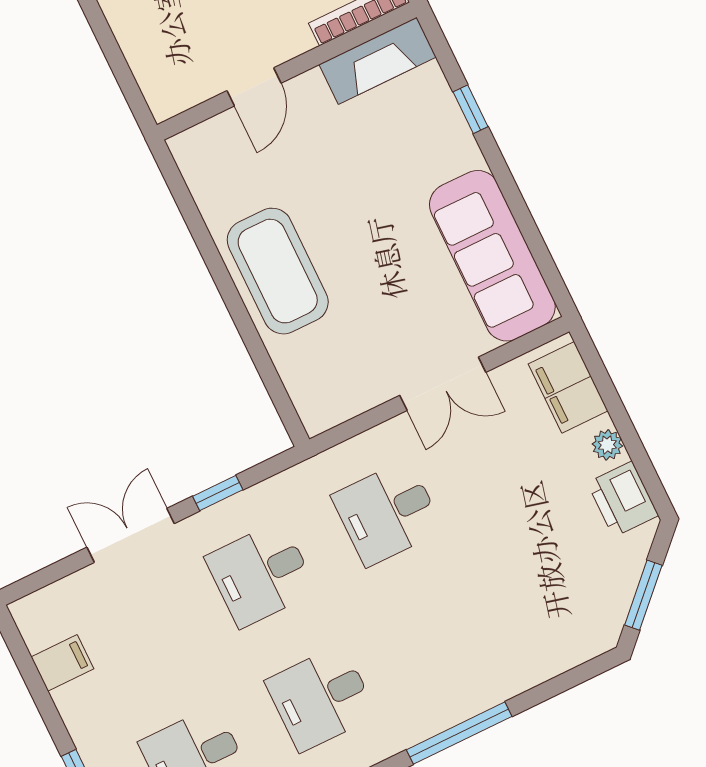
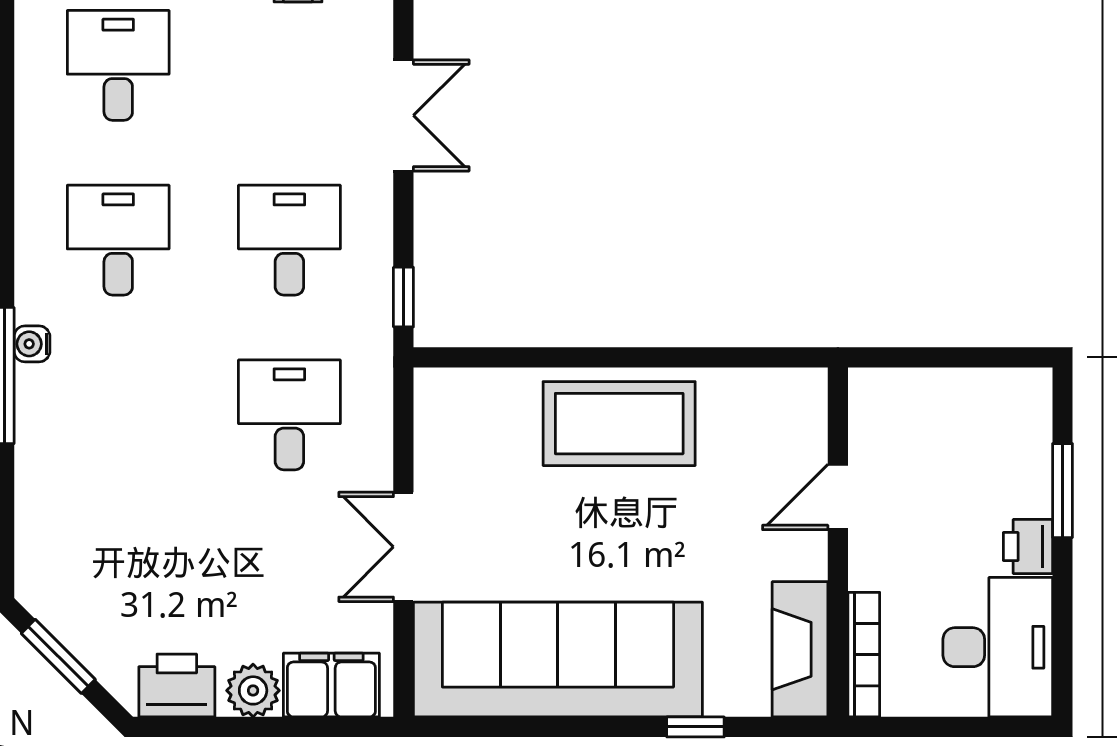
door: (254, 87) -> (838, 497), hinge flipped
sofa: (492, 256) -> (558, 660), width x1.36, depth x1.27
plant: (607, 445) -> (253, 690), width x1.38, depth x1.38
window: (218, 493) -> (403, 297), moved
water cooler: (426, 724) -> (32, 344), added

